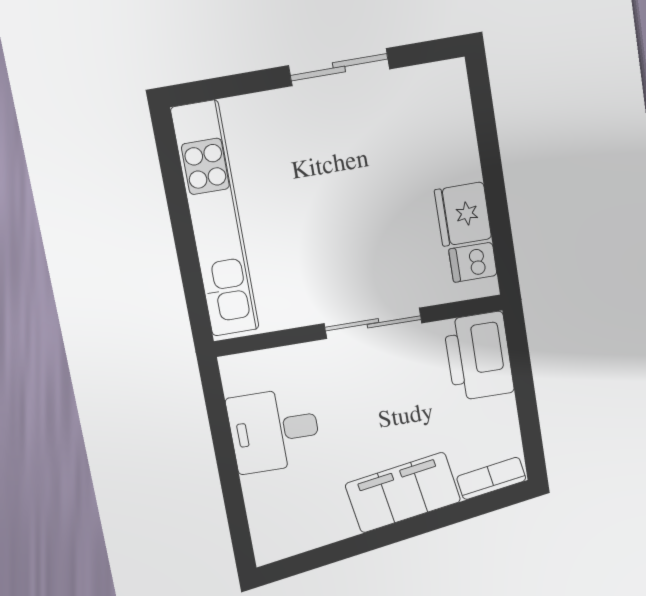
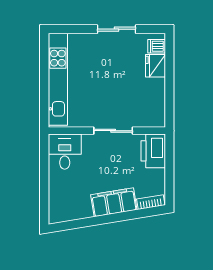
fridge: (463, 214) -> (156, 66), moved
dishwasher: (473, 262) -> (157, 46), moved
desk: (274, 430) -> (65, 152), moved, turned 90

